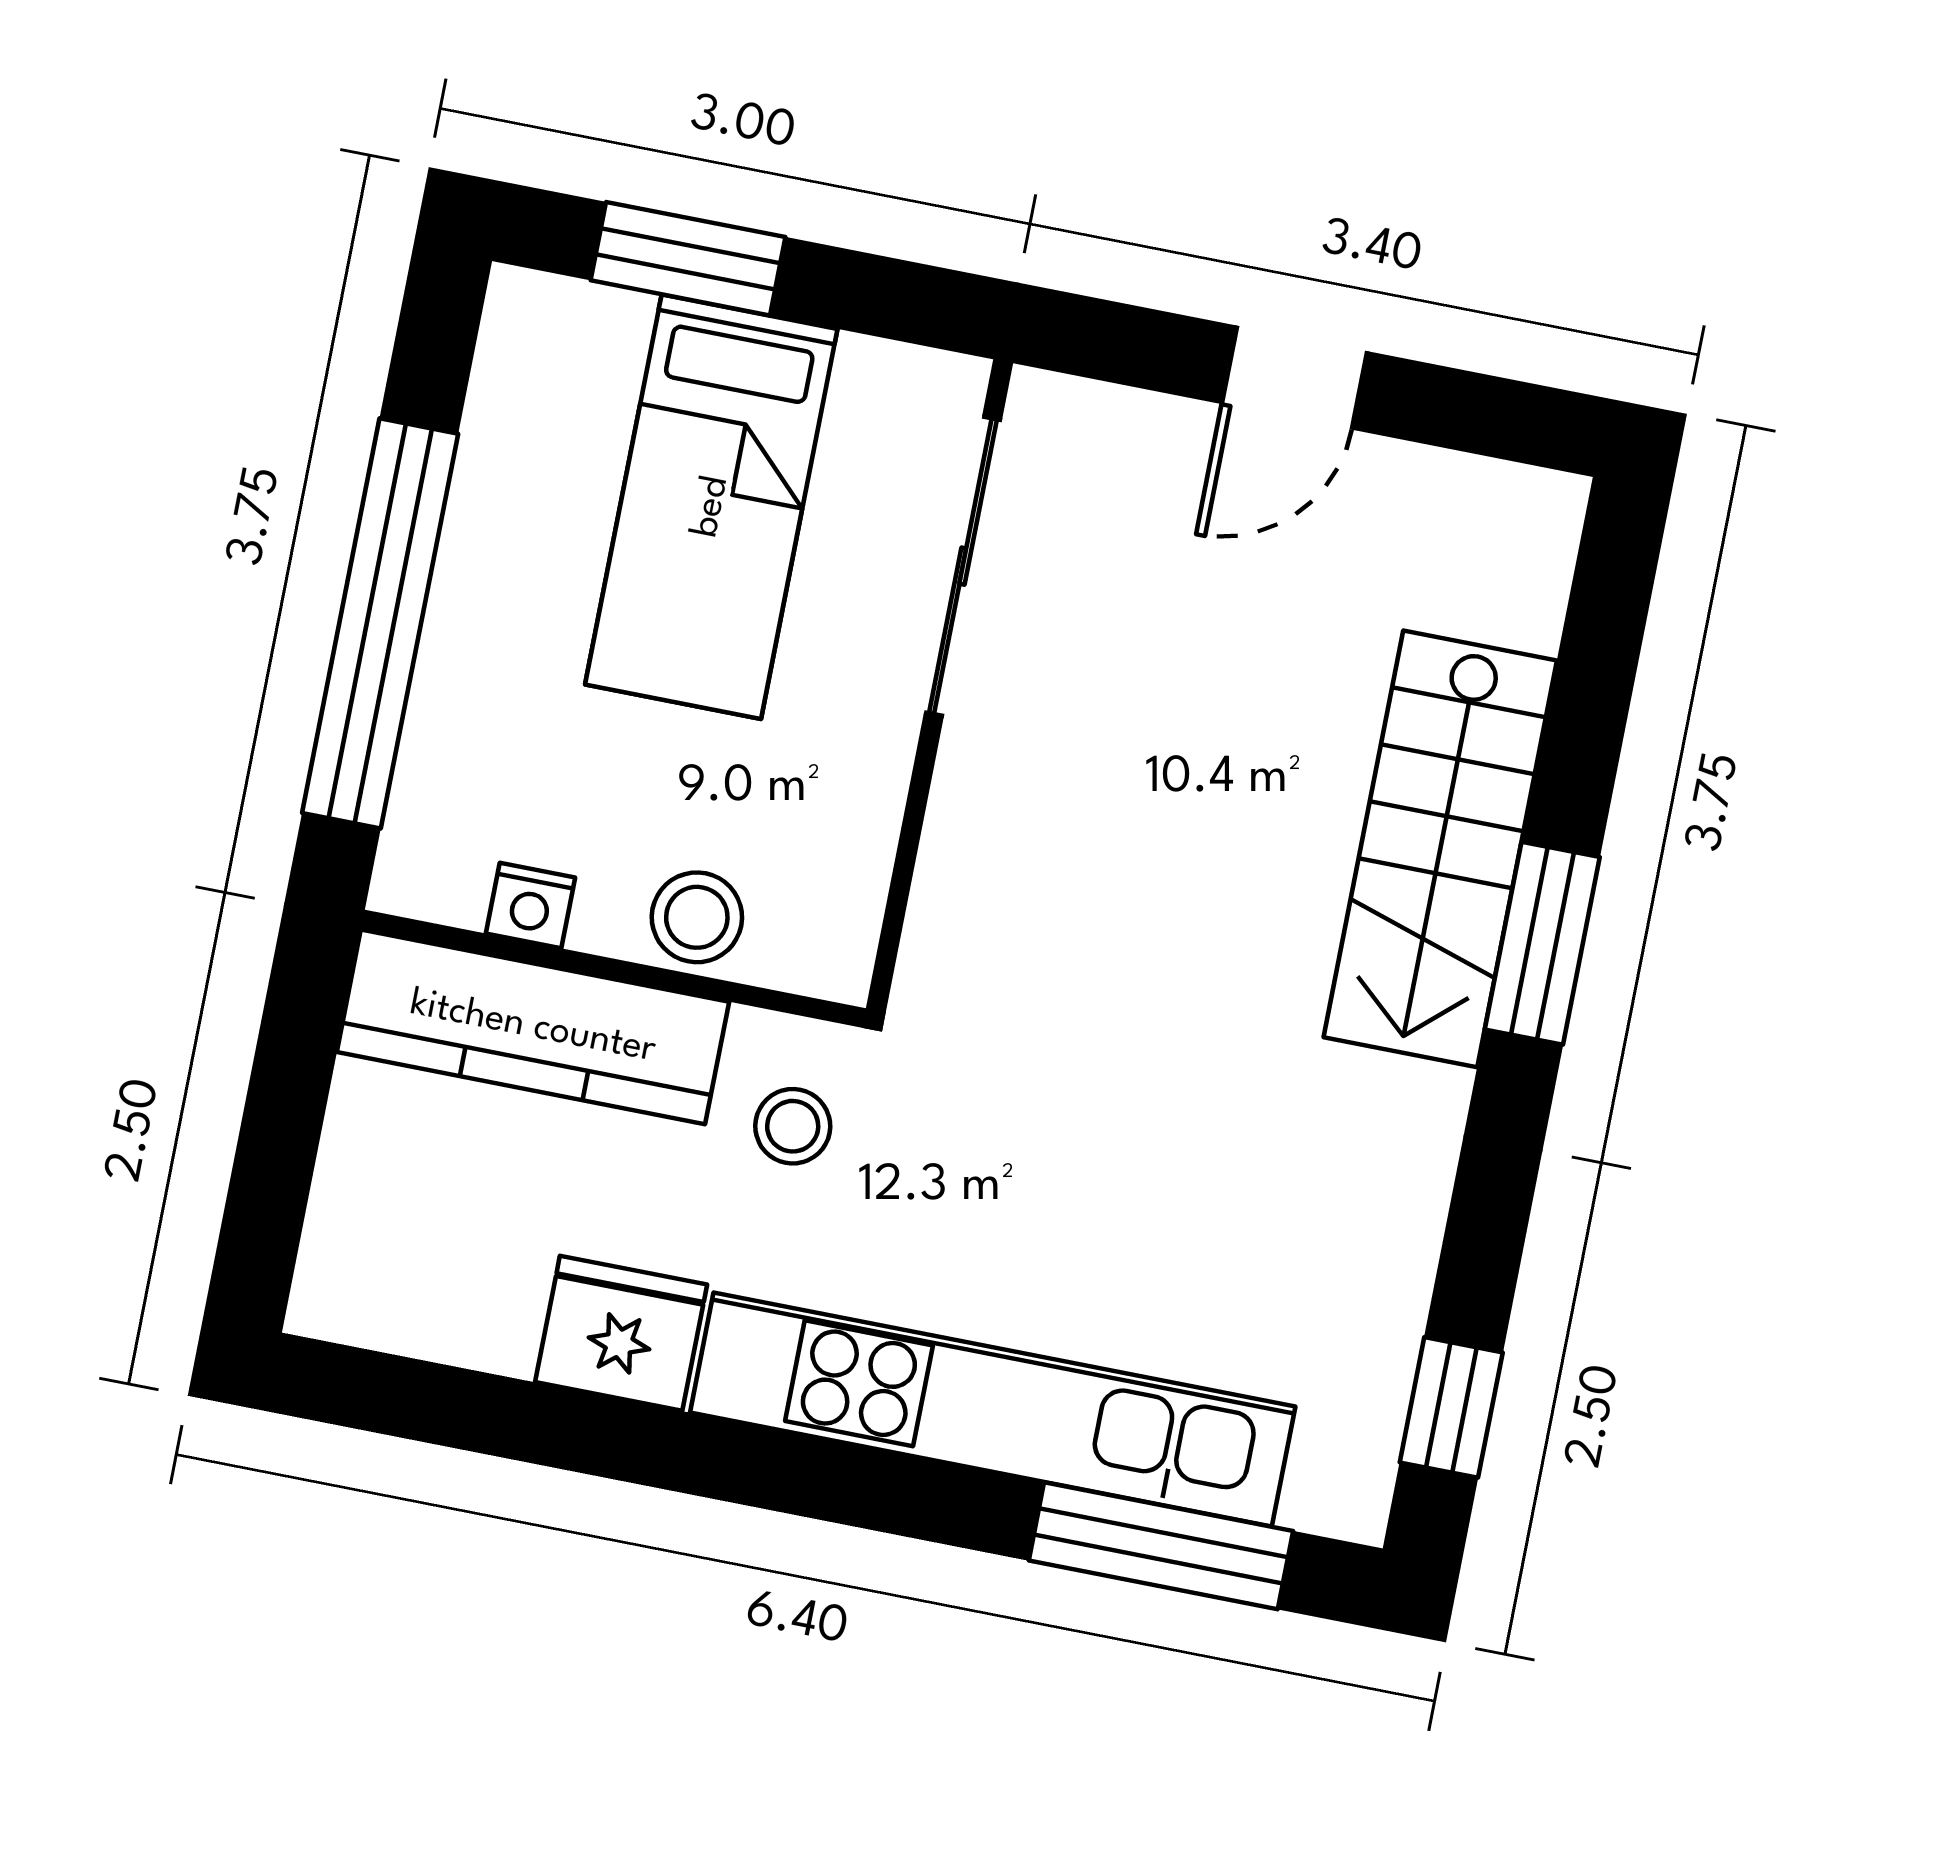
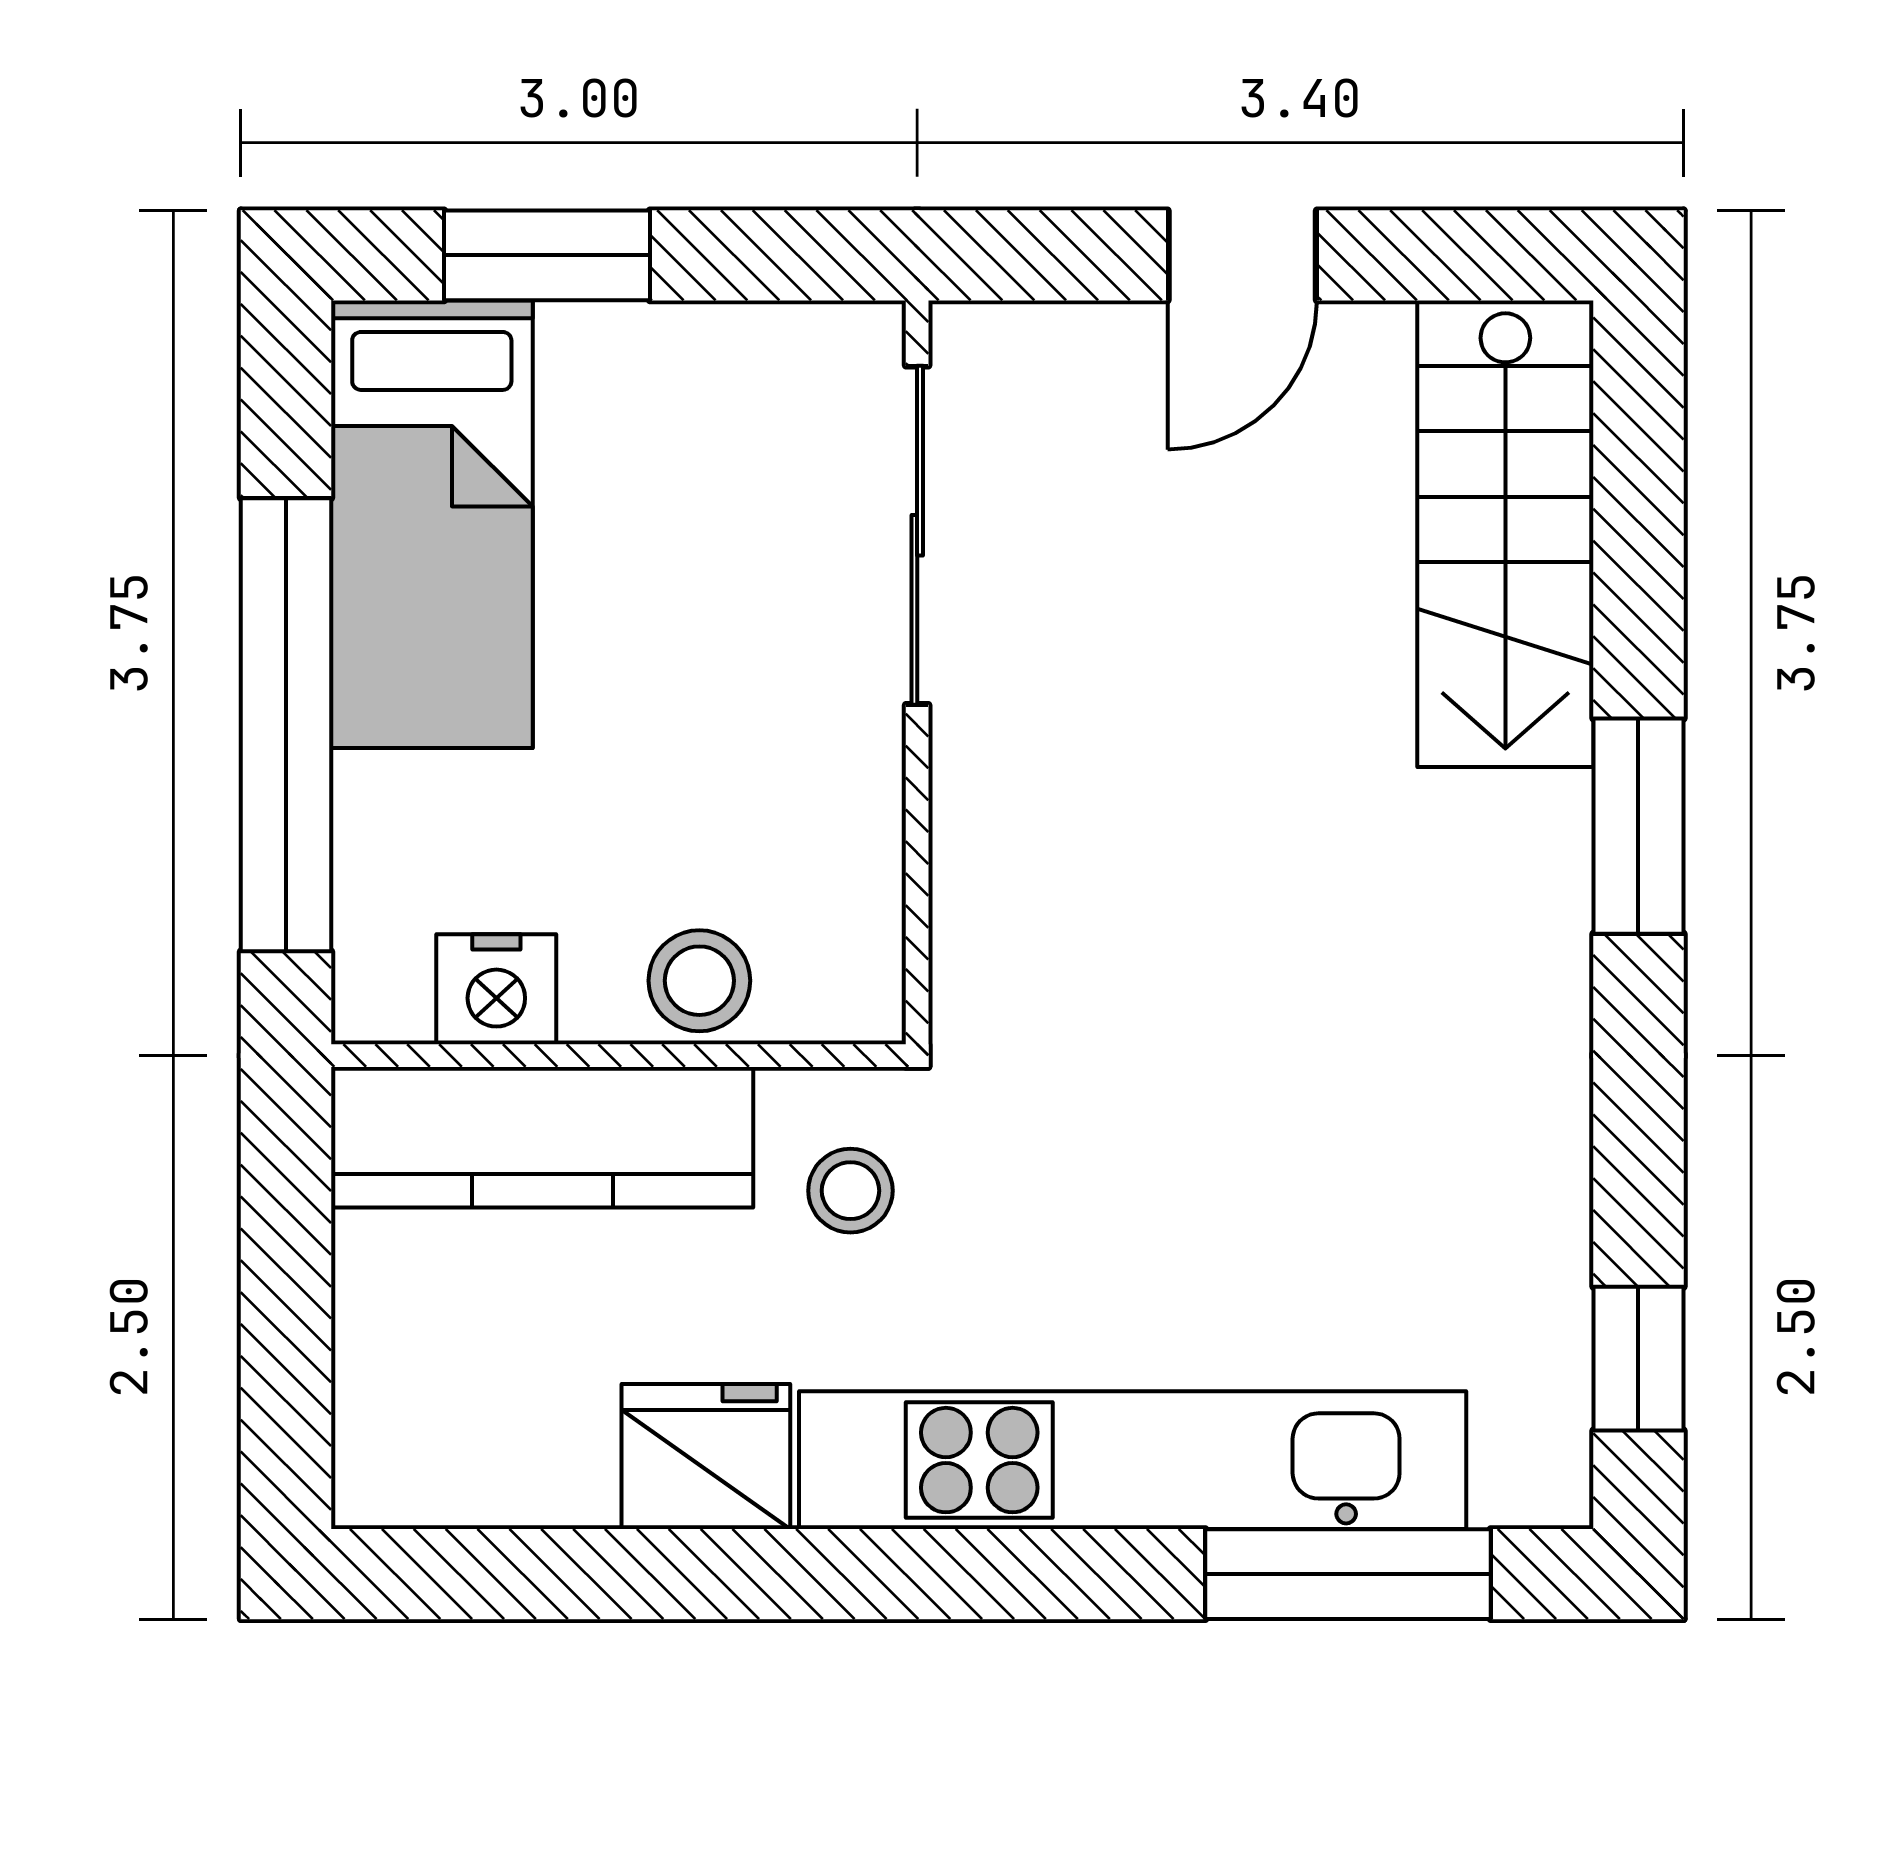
bed: (711, 507) -> (432, 524), moved
stairs: (1440, 849) -> (1505, 534), moved
nightstand: (530, 905) -> (496, 989), width x1.39, depth x1.35

